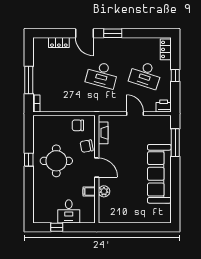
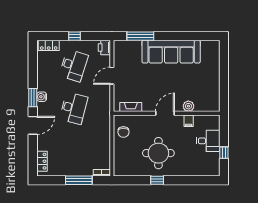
water cooler: (114, 42) -> (42, 97), added
locker: (59, 43) -> (42, 161), moved
chair: (87, 146) -> (144, 123), removed

